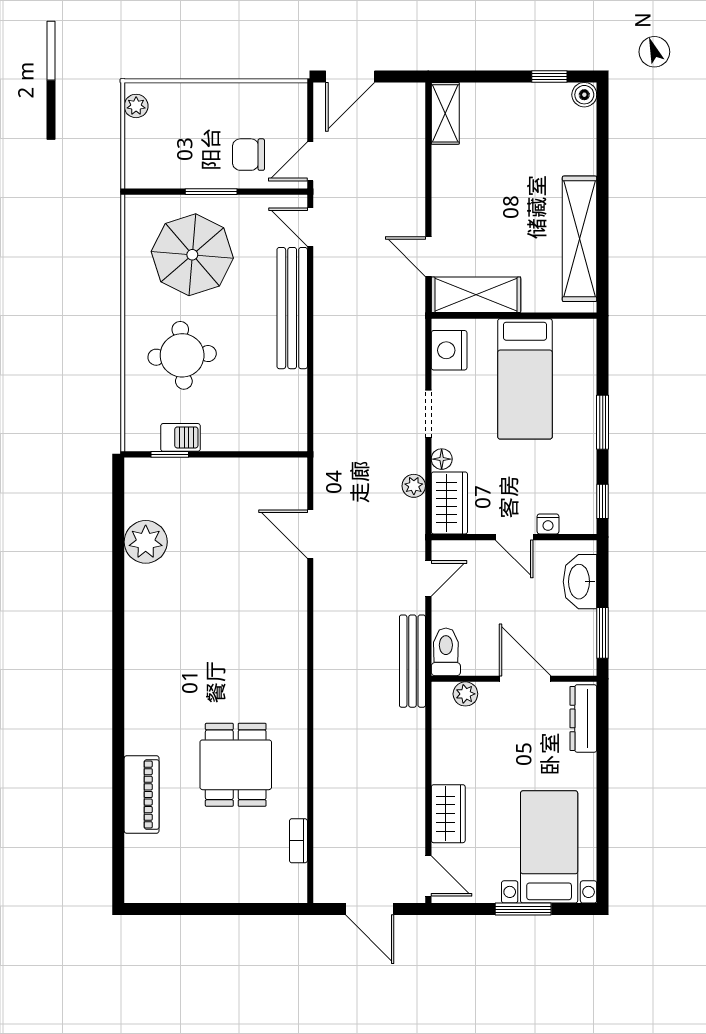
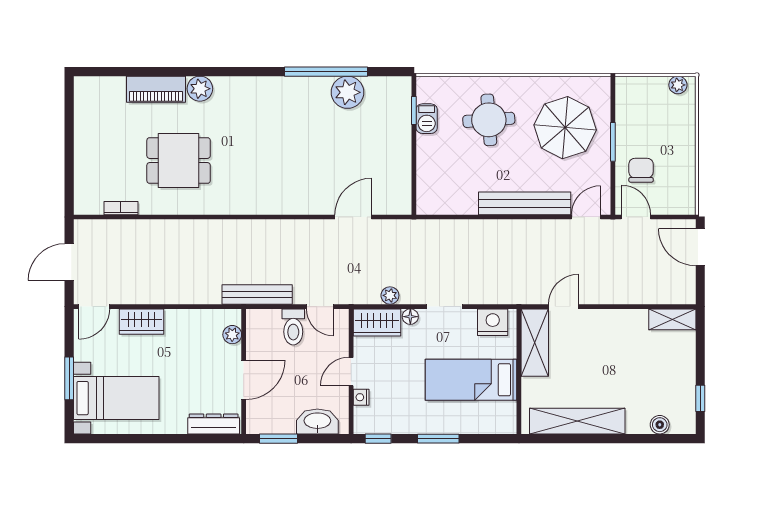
boiler: (584, 95) -> (660, 425), moved
window: (118, 570) -> (326, 72), added
toilet: (446, 652) -> (293, 327), moved, turned 90
plant: (141, 737) -> (200, 89), added

